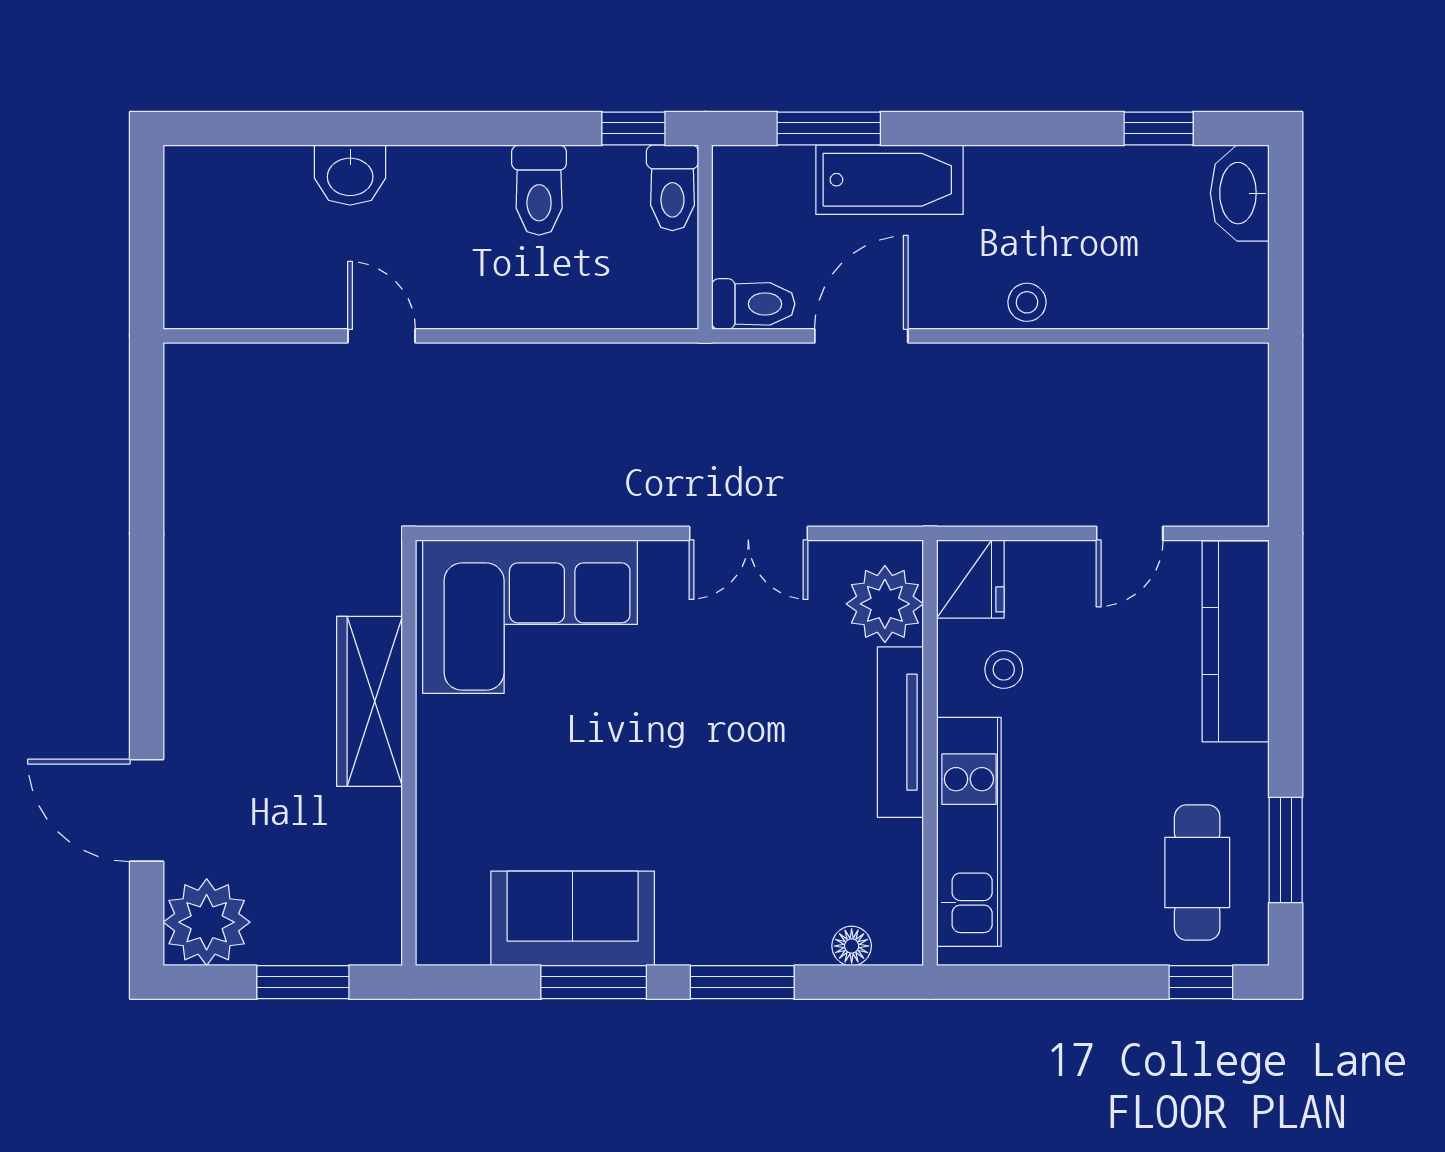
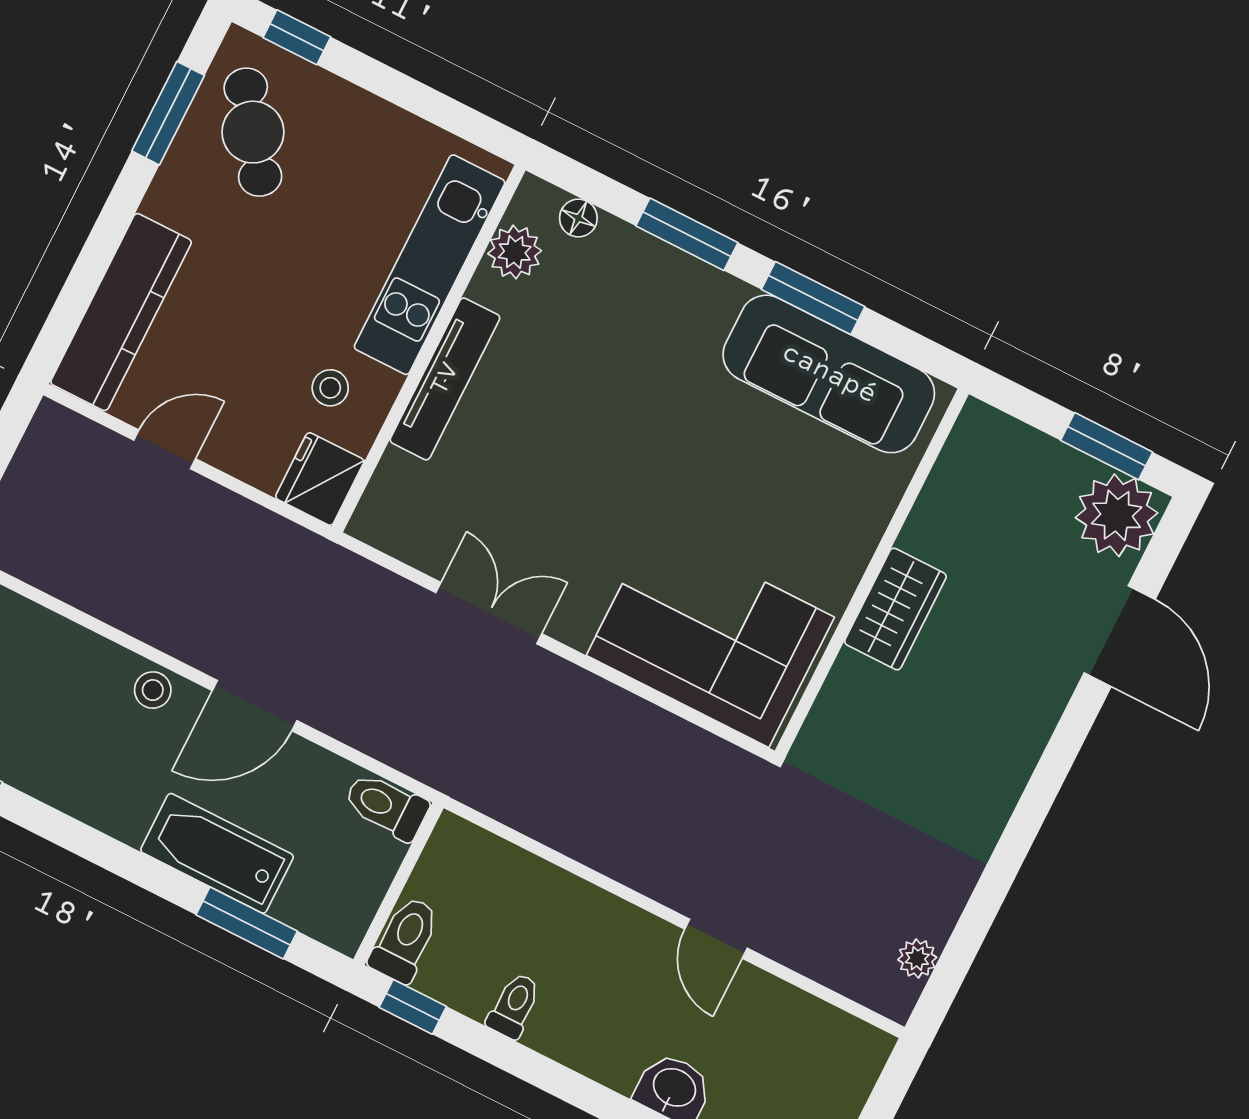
toilet: (539, 190) -> (514, 1006), width x0.73, depth x0.72
door: (861, 336) -> (255, 706), moved
plant: (184, 413) -> (917, 958), added
plant: (885, 604) -> (515, 252), moved, width x0.73, depth x0.73
wardrobe: (369, 701) -> (895, 609), width x0.67
cafe table: (1197, 872) -> (253, 132), turned -36
sofa: (573, 918) -> (829, 374), width x1.36
window: (303, 982) -> (1107, 446), moved

